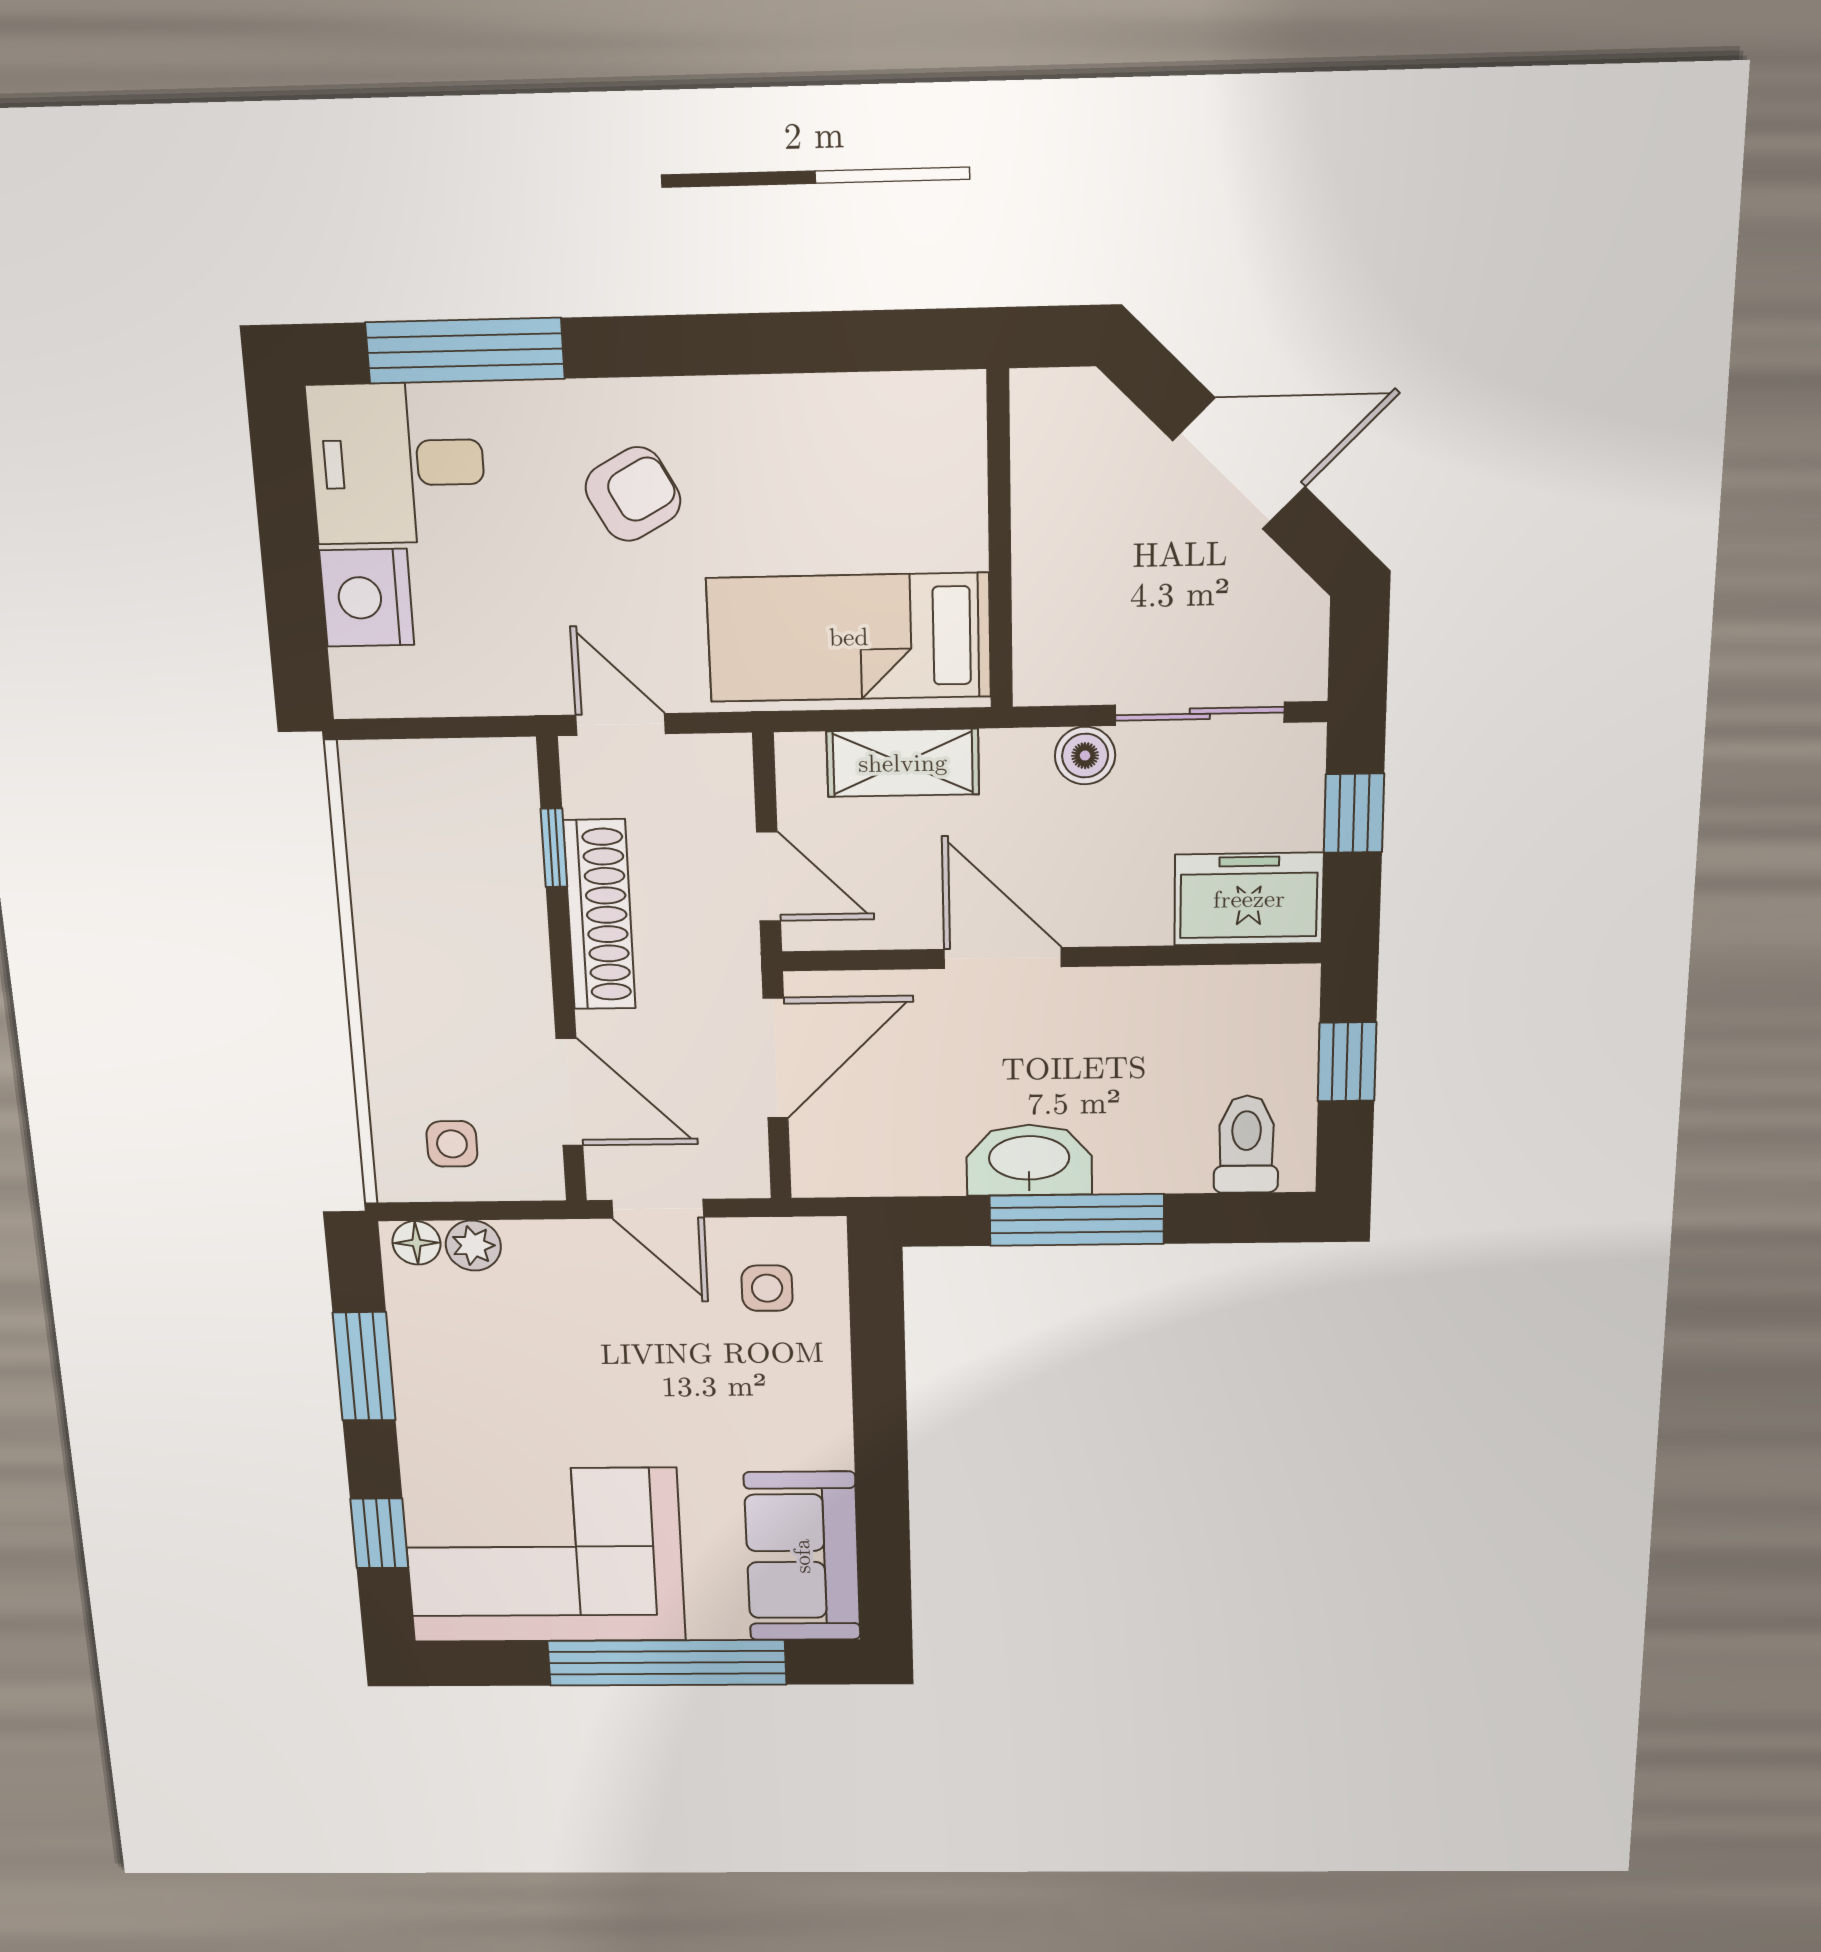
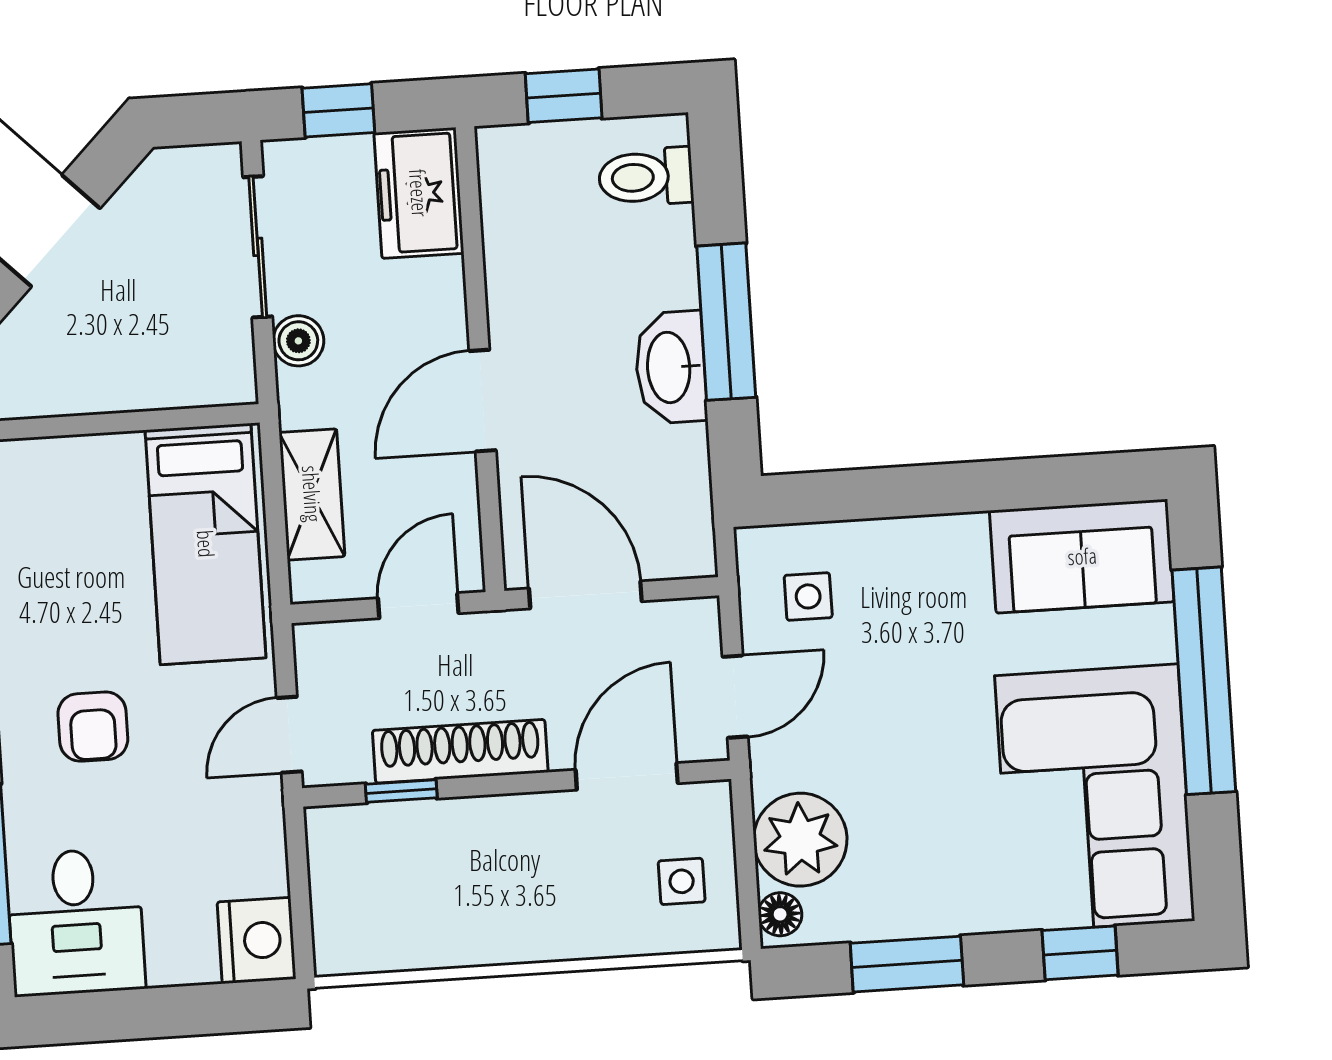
armchair: (633, 494) -> (93, 727), turned -151
nightstand: (367, 598) -> (256, 940), moved, turned -90
plant: (473, 1246) -> (800, 840), width x1.88, depth x1.88

